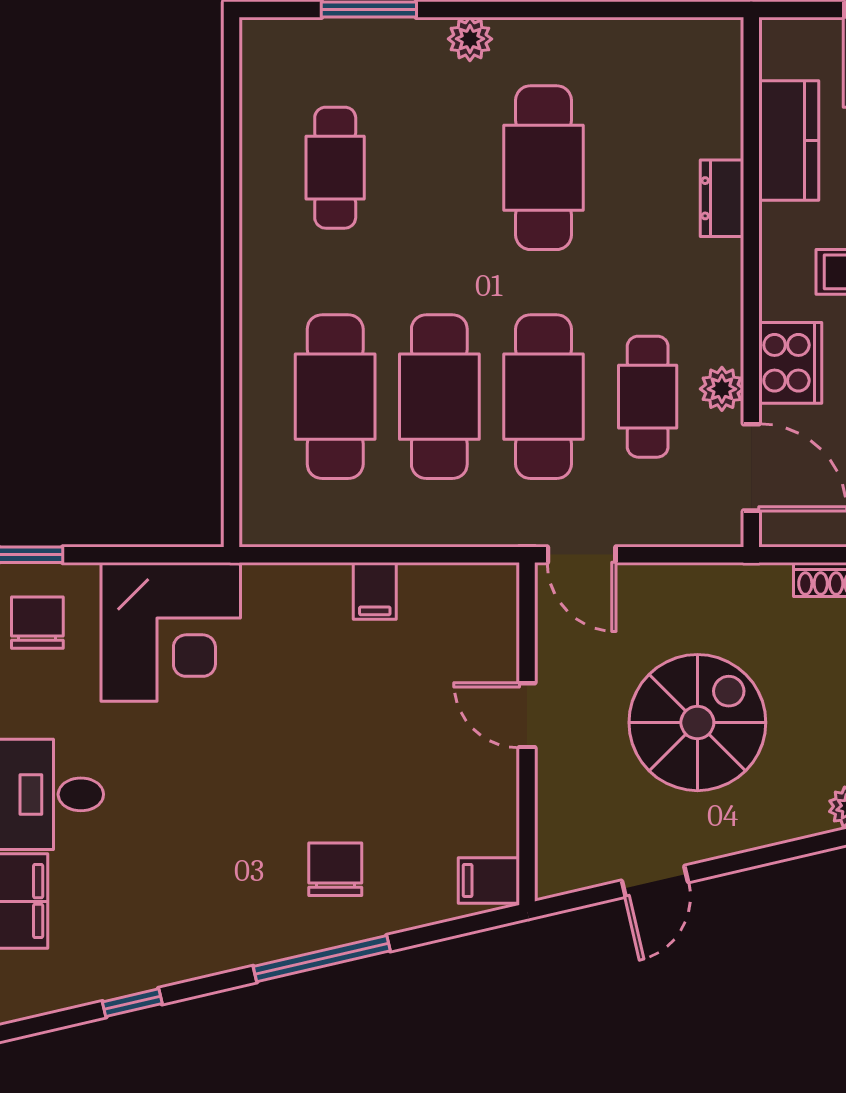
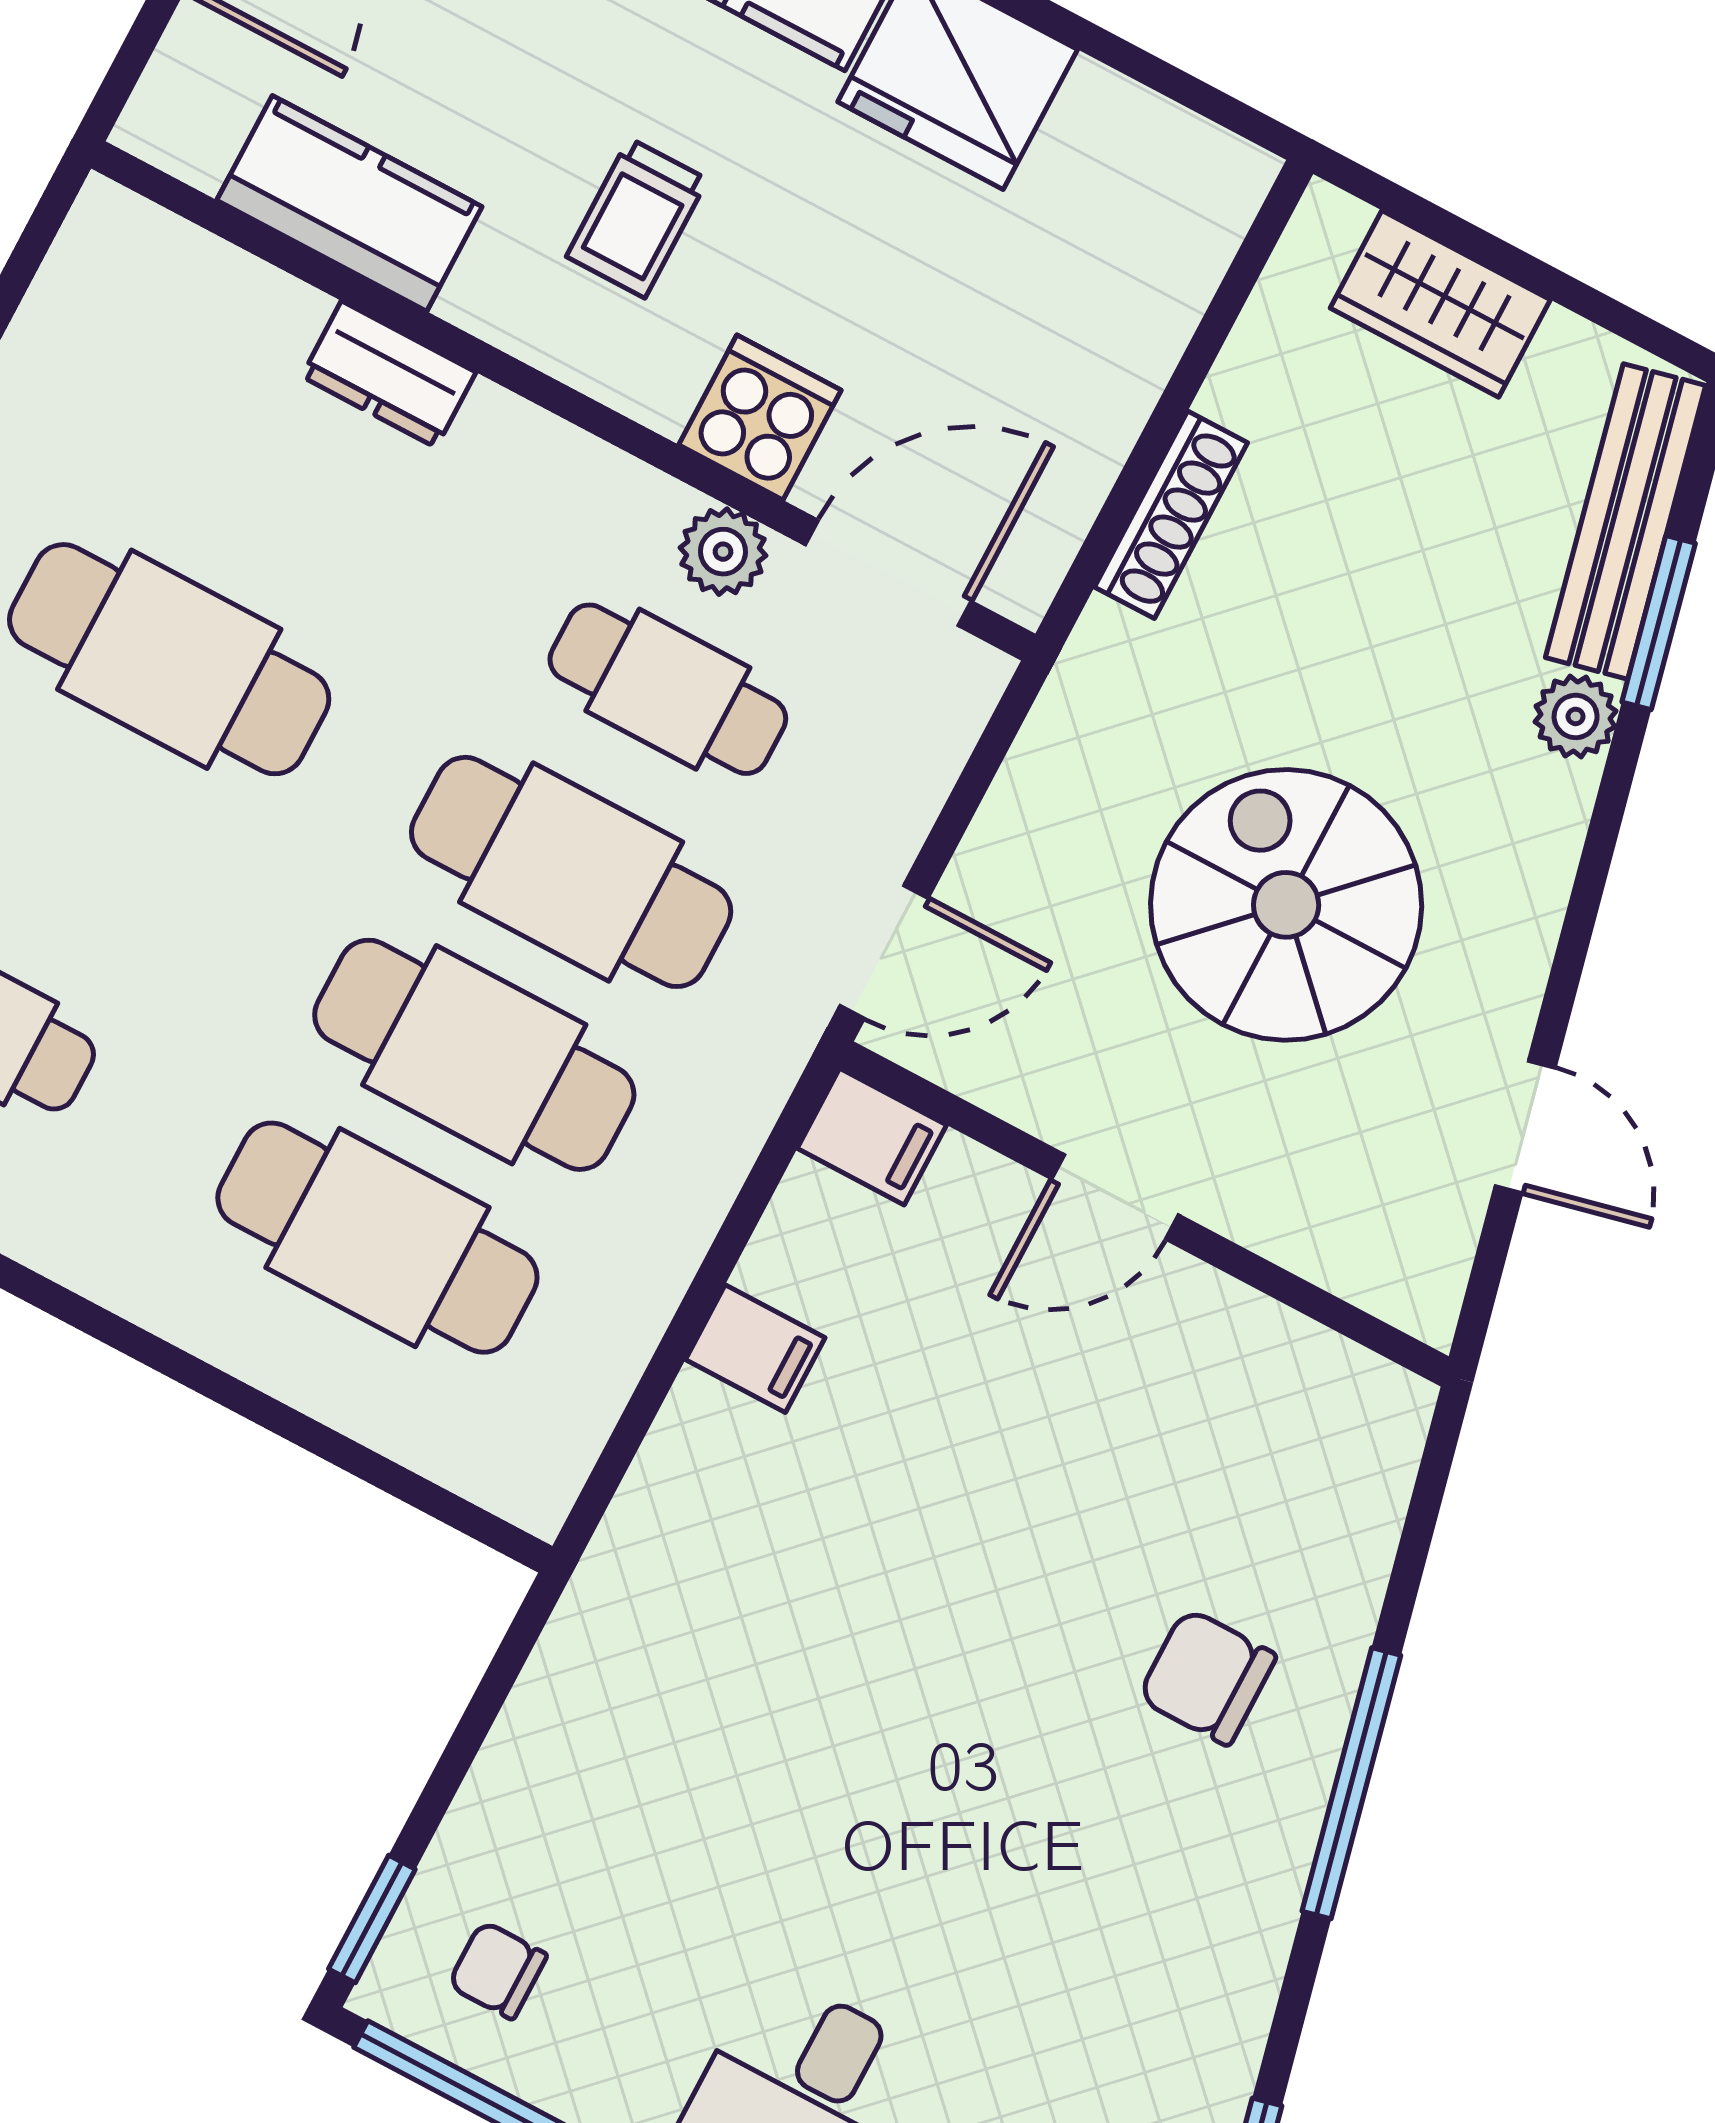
cooker: (790, 363) -> (760, 418), width x0.73
chair: (37, 623) -> (498, 1970), width x0.73, depth x0.73
corner desk: (171, 632) -> (638, 1745), removed
filing cabinet: (489, 880) -> (872, 1137), moved, turned -90

